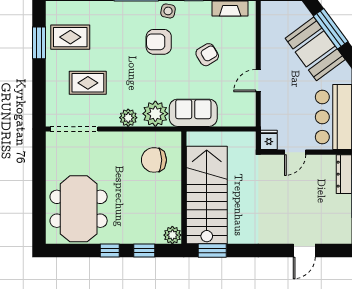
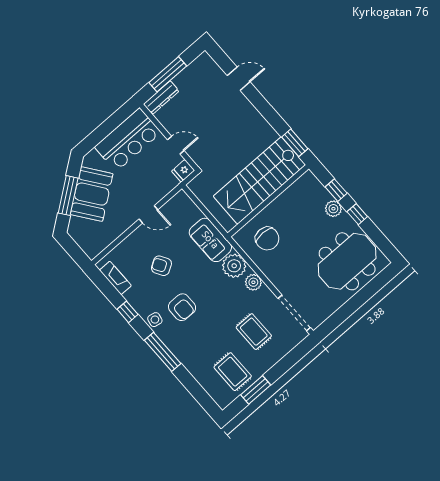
plant: (172, 235) -> (333, 209), moved

